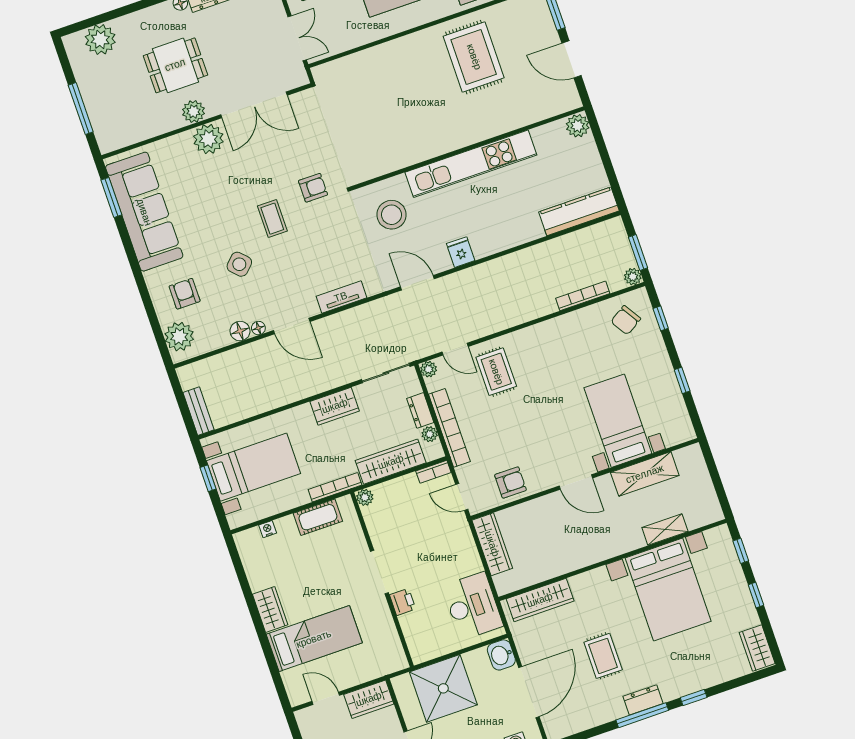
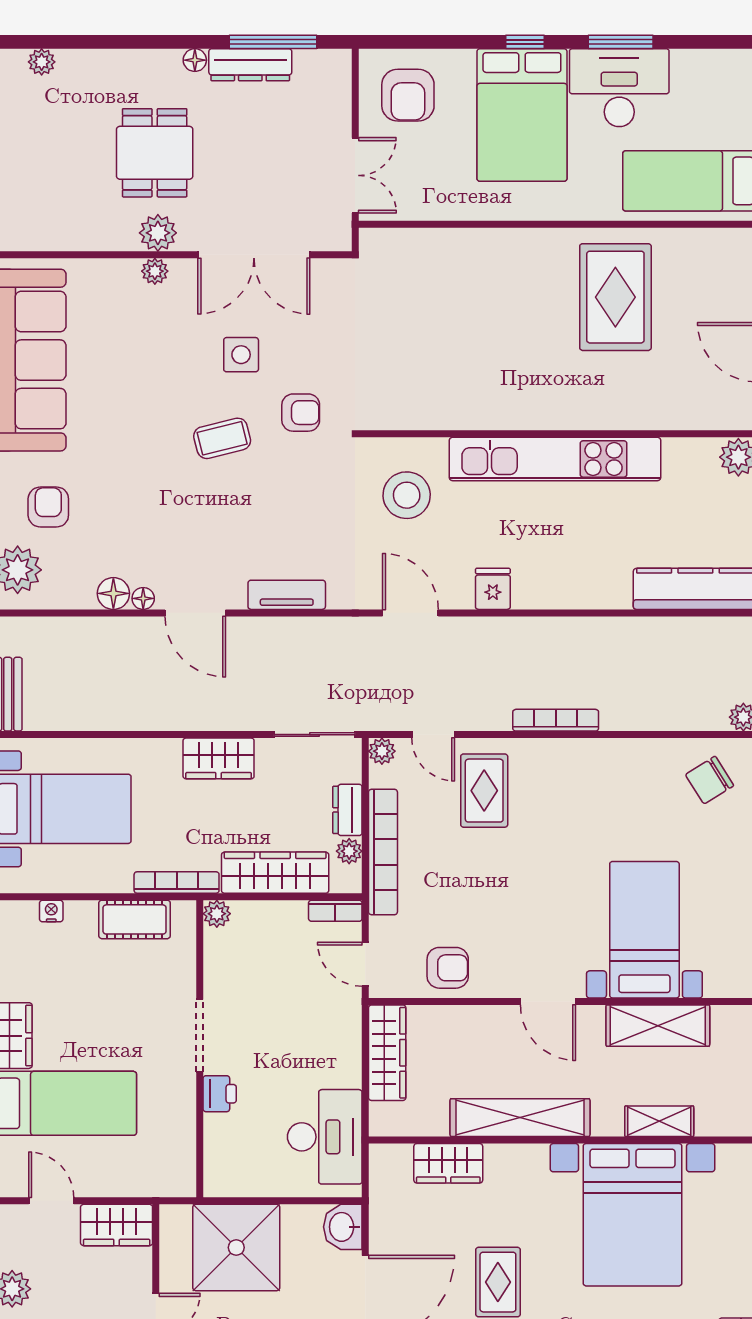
plant: (100, 40) -> (42, 62), width x0.53, depth x0.53
dining table: (175, 65) -> (155, 153), turned 90
plant: (208, 139) -> (155, 271), width x0.53, depth x0.53
coffee table: (272, 219) -> (222, 438), turned 76
side table: (239, 264) -> (241, 355), moved, turned 45
bookcase: (583, 296) -> (556, 720), moved
shelving: (583, 555) -> (520, 1118), added
wardrobe: (540, 600) -> (448, 1163), width x0.67

